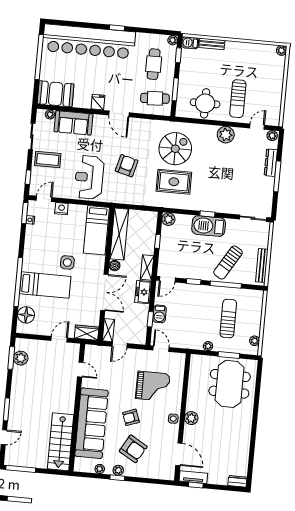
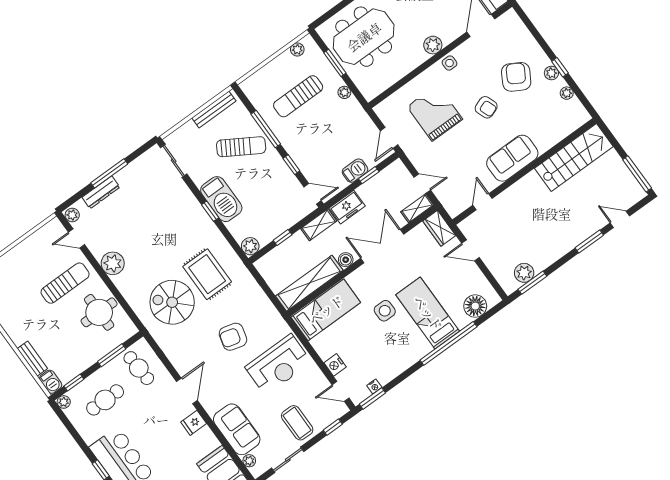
sofa: (91, 423) -> (512, 158), width x0.54, depth x0.79

